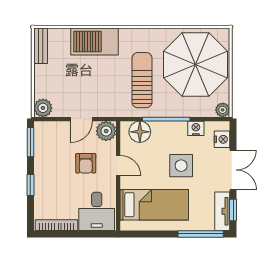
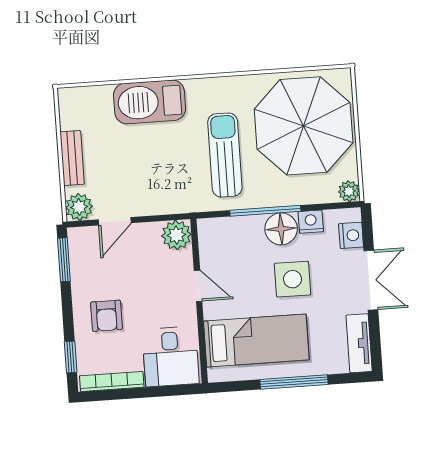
bench: (41, 46) -> (72, 158), moved
door: (81, 119) -> (115, 221), moved
floor lamp: (140, 132) -> (281, 229), moved
armchair: (86, 163) -> (107, 316), moved
window: (30, 185) -> (71, 357), moved
window: (233, 210) -> (375, 340), removed
window: (201, 234) -> (294, 382), moved

